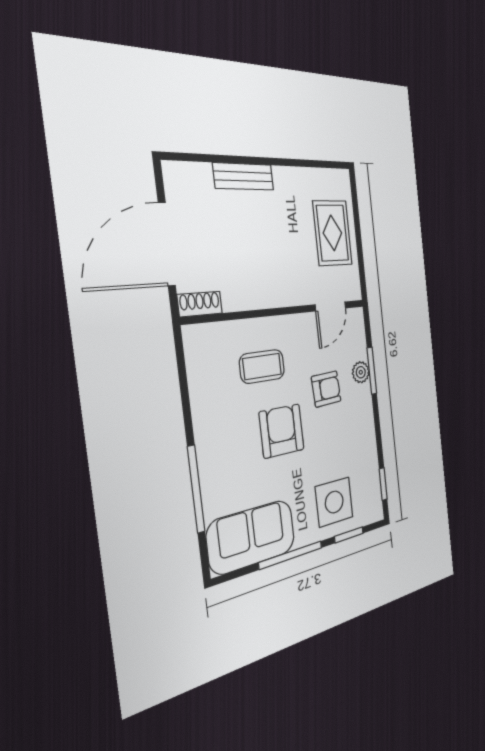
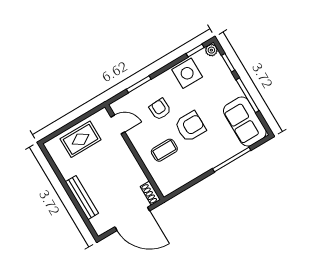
bench: (244, 176) -> (82, 198), width x1.36
coffee table: (262, 366) -> (164, 150), turned 90
plant: (361, 372) -> (211, 50), moved
armchair: (282, 431) -> (190, 126), turned 180
side table: (334, 502) -> (187, 73), moved

